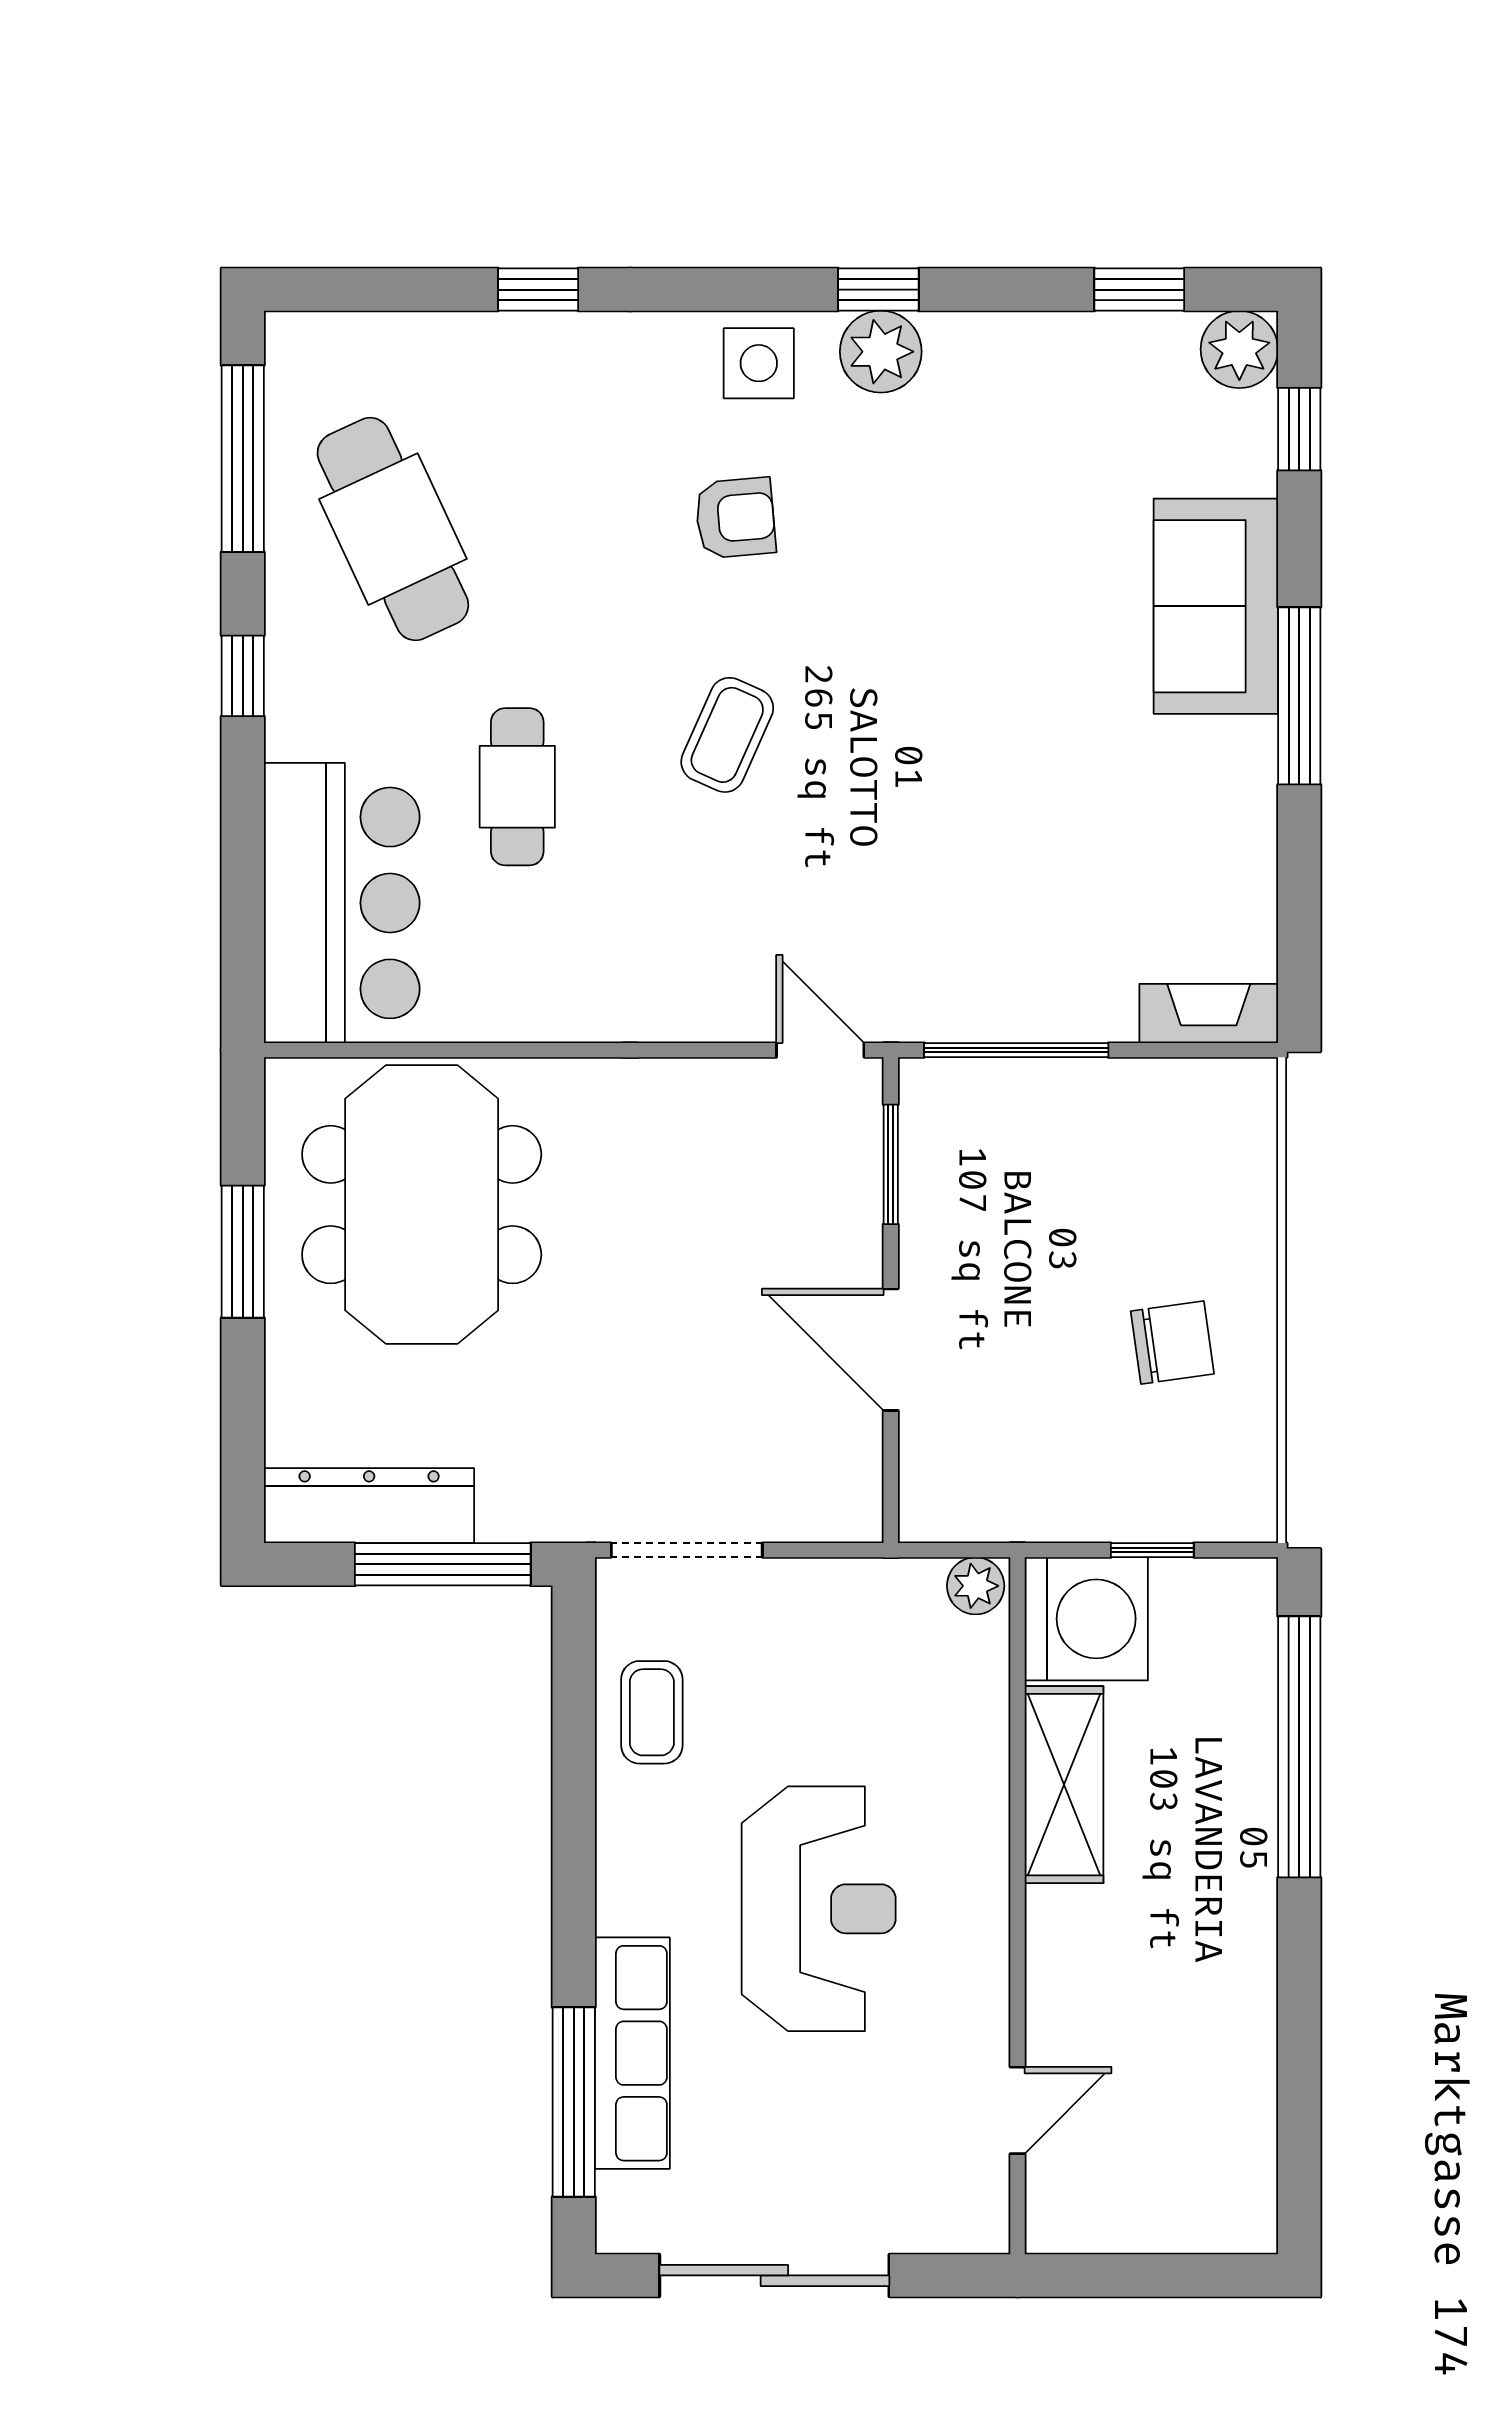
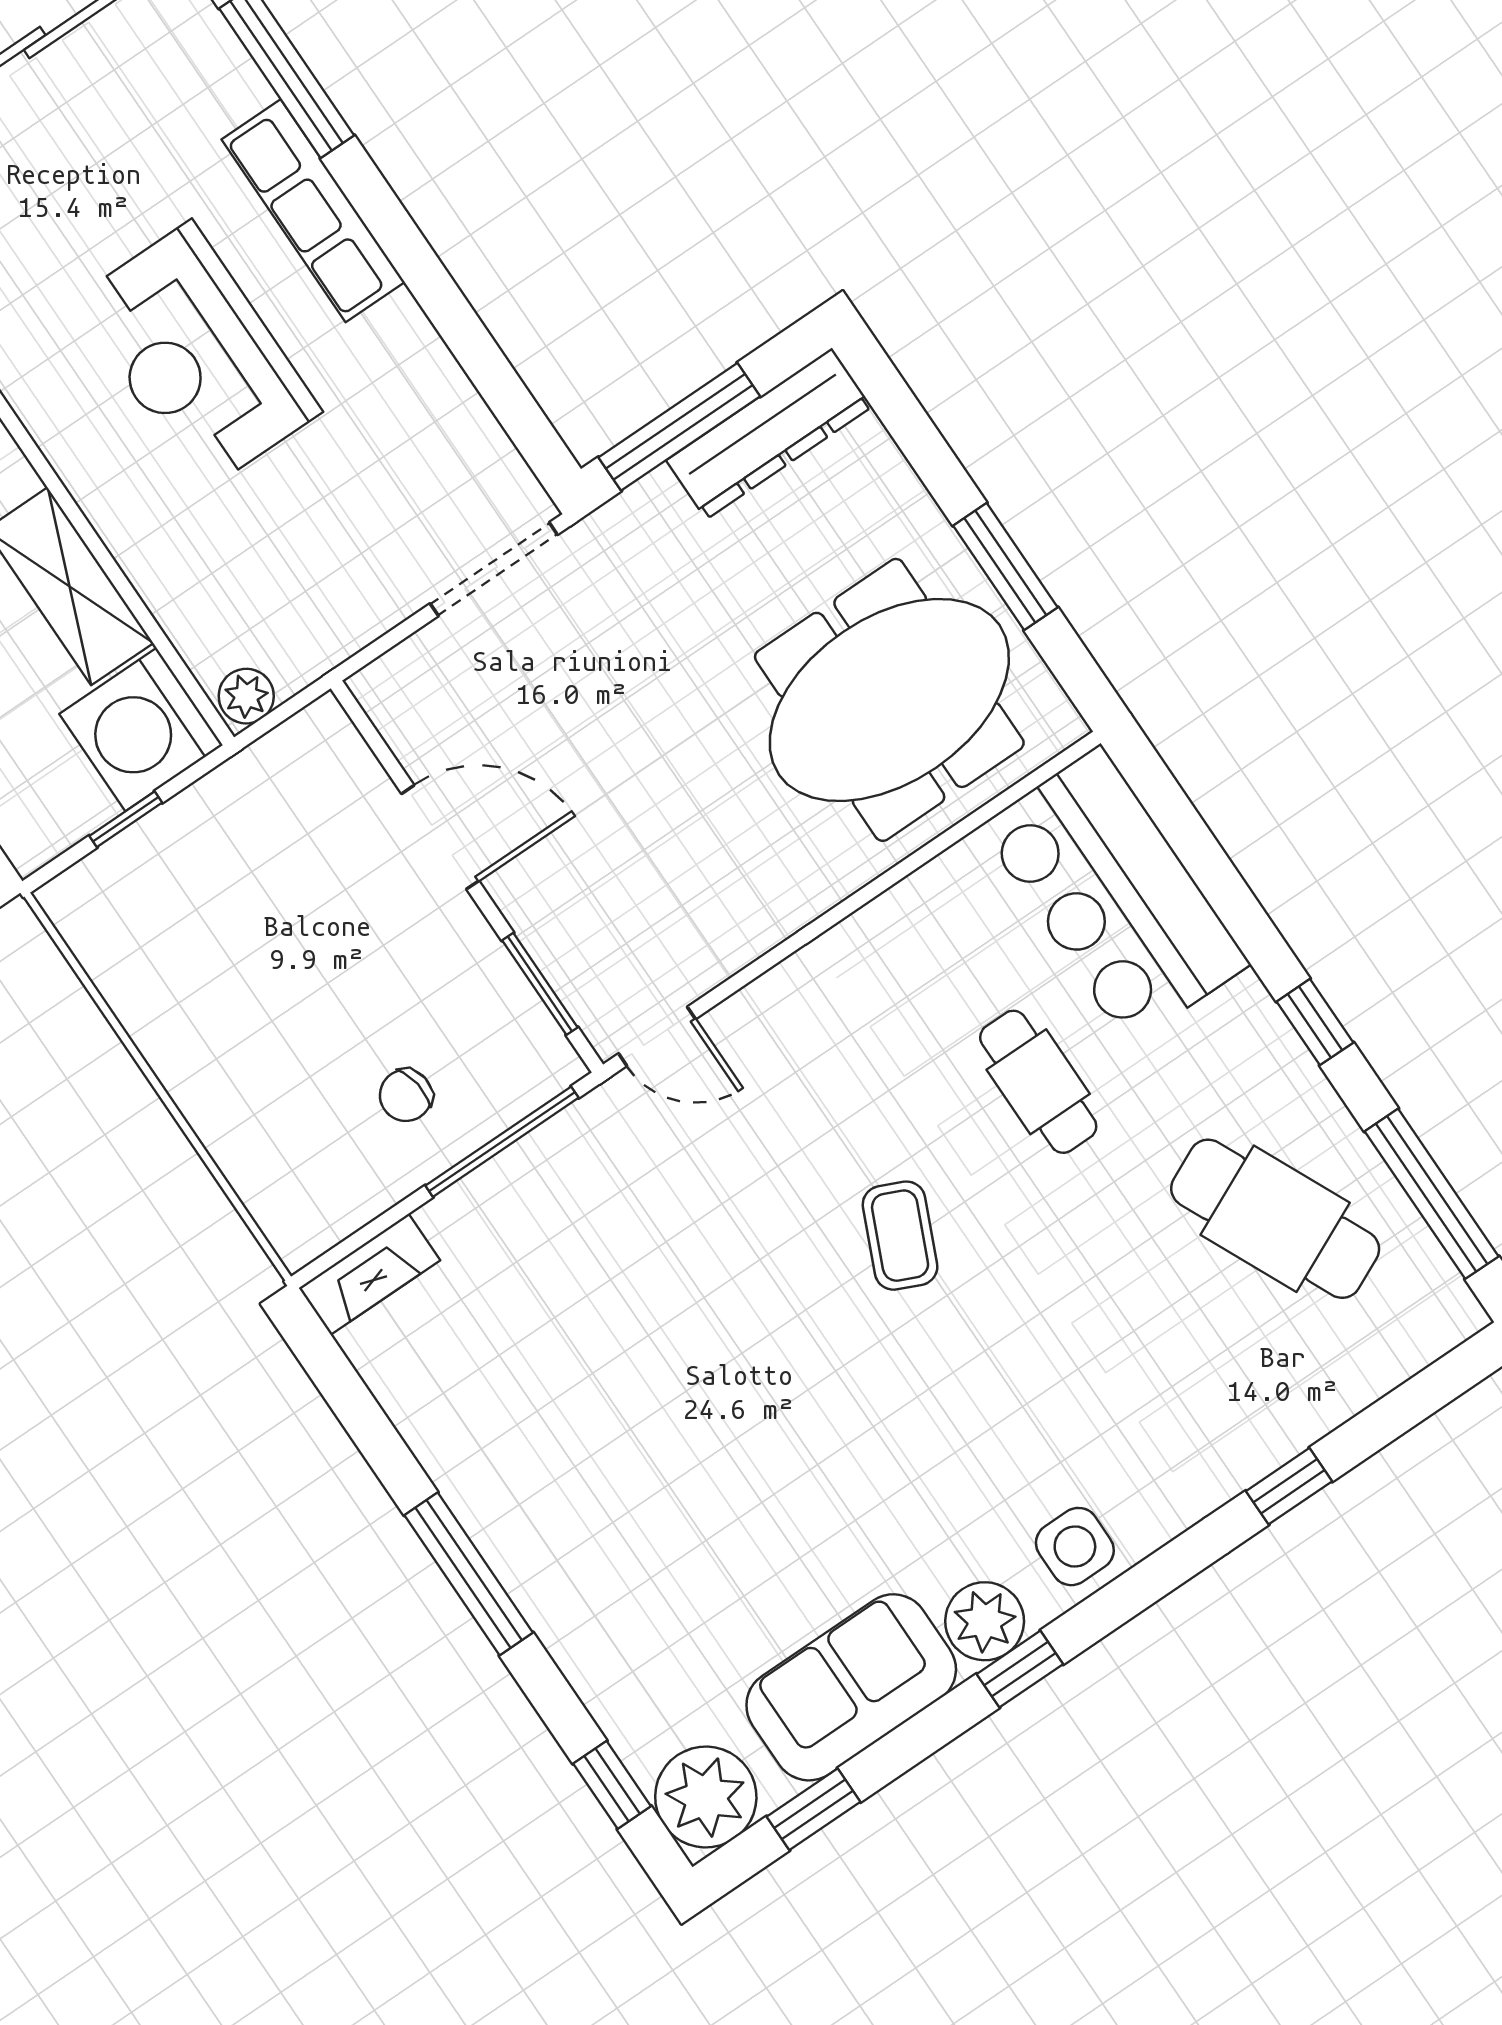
plant: (1239, 349) -> (706, 1797), width x1.36, depth x1.36
armchair: (735, 518) -> (1010, 1412), removed
sofa: (1216, 606) -> (851, 1687), moved, turned -90
meeting table: (422, 1205) -> (889, 700), turned 90
chair: (1172, 1342) -> (406, 1095), moved, width x0.73, depth x0.73
coffee table: (652, 1712) -> (434, 422), removed
row of seats: (632, 2053) -> (313, 211), moved

